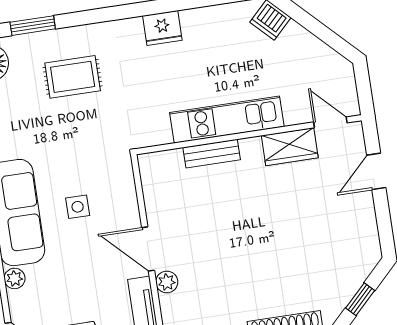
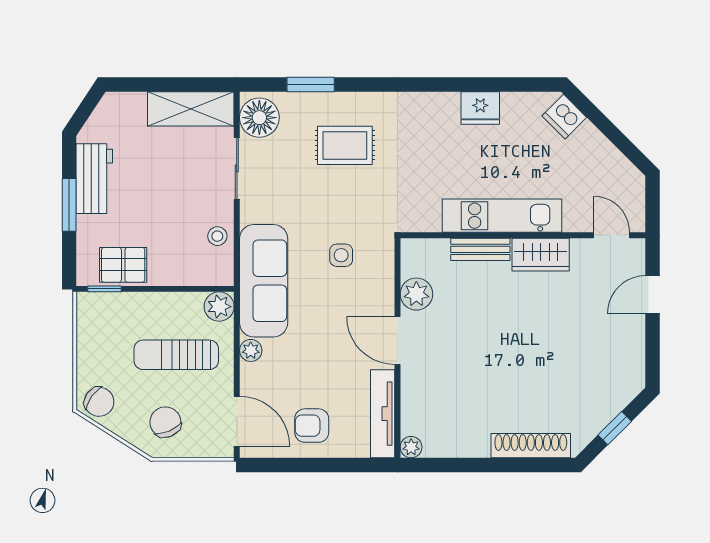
fridge: (162, 28) -> (480, 108), moved
wardrobe: (290, 147) -> (541, 255), moved
side table: (78, 207) -> (341, 255), moved
plant: (167, 282) -> (416, 294), moved, width x1.38, depth x1.38

